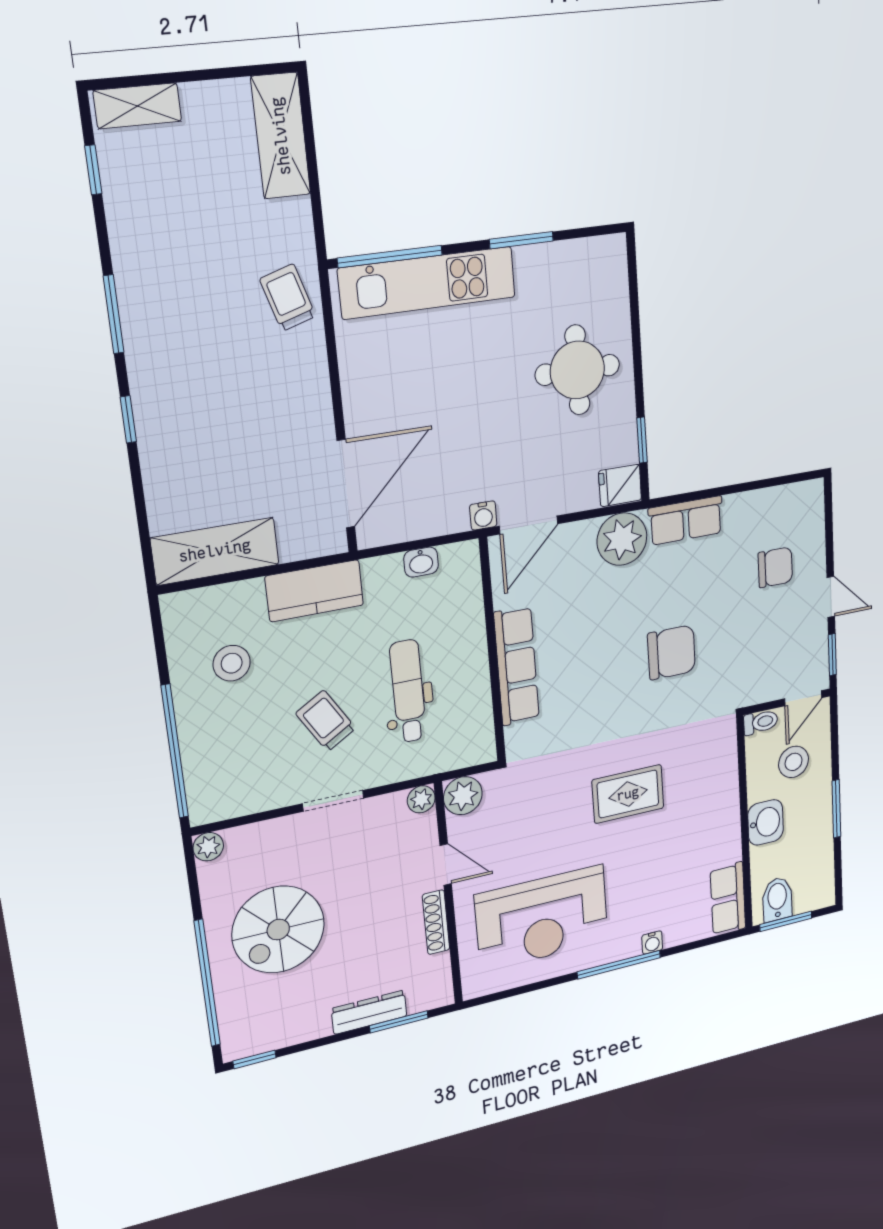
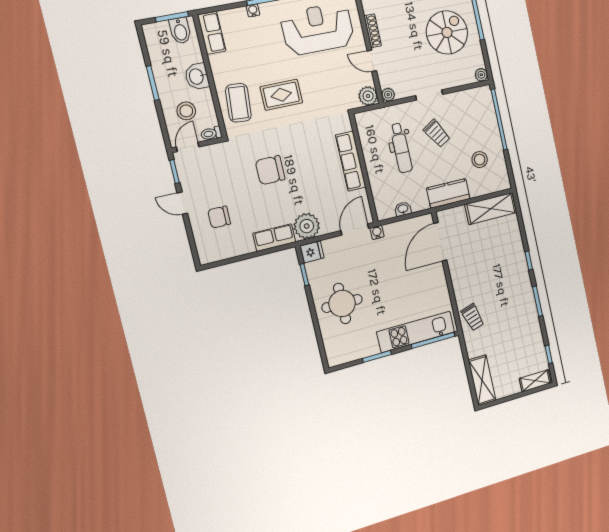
coffee table: (705, 778) -> (238, 103), added

